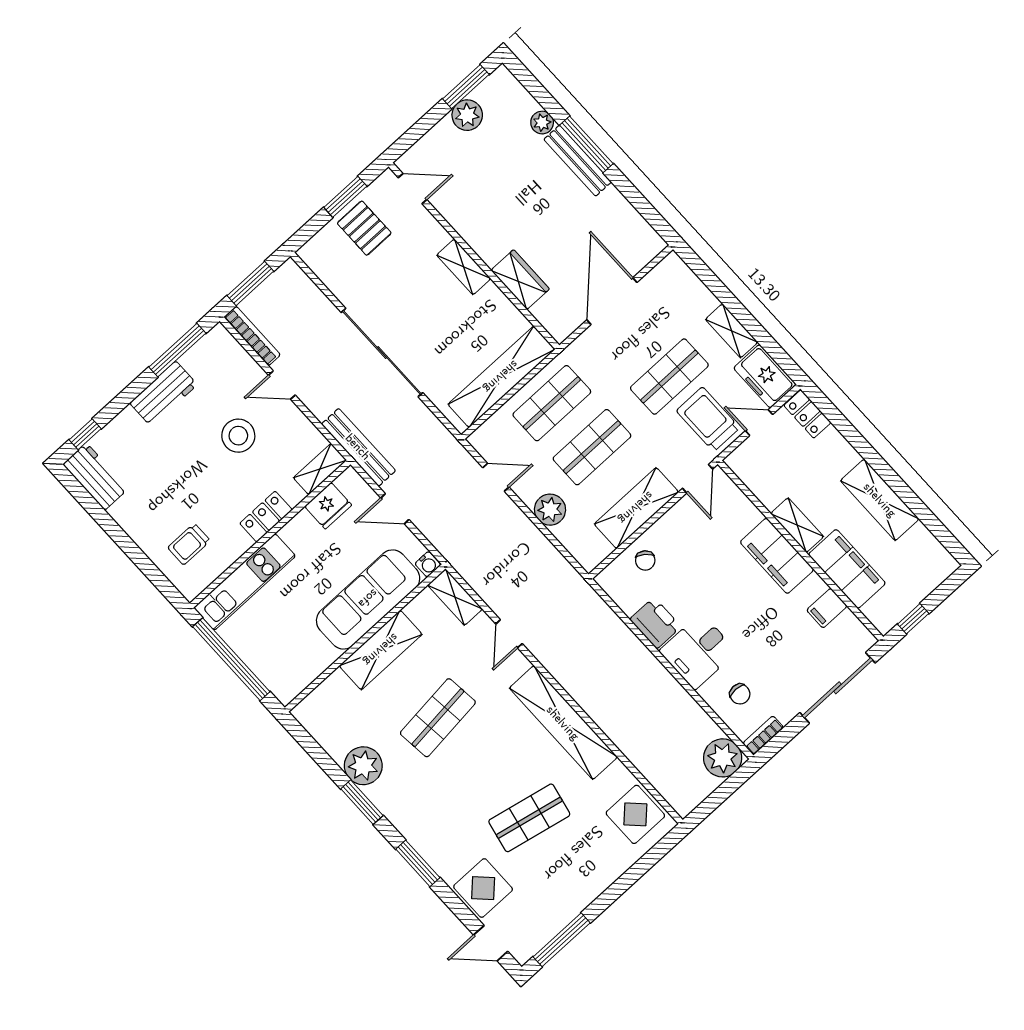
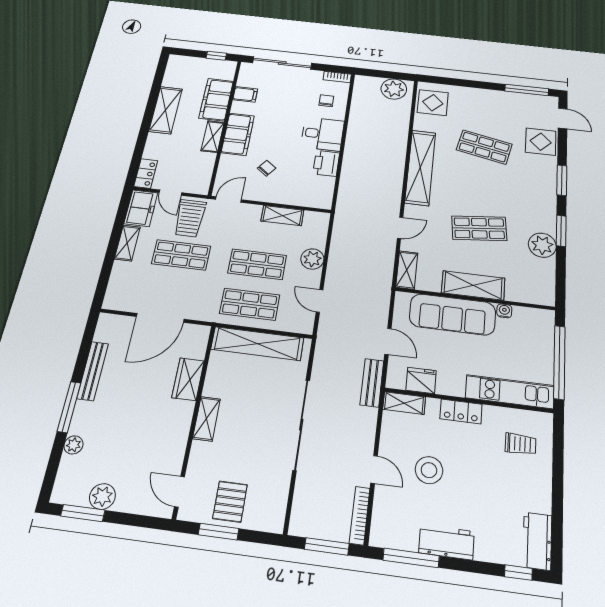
bench: (578, 161) -> (93, 371), moved
bench: (358, 447) -> (372, 383), width x0.73
shelving: (636, 508) -> (282, 216), width x0.67, depth x0.75
chair: (645, 560) -> (267, 168), moved
water cooler: (428, 564) -> (504, 311), moved
plant: (723, 758) -> (394, 89), moved

